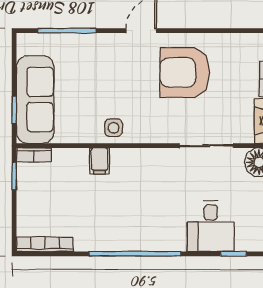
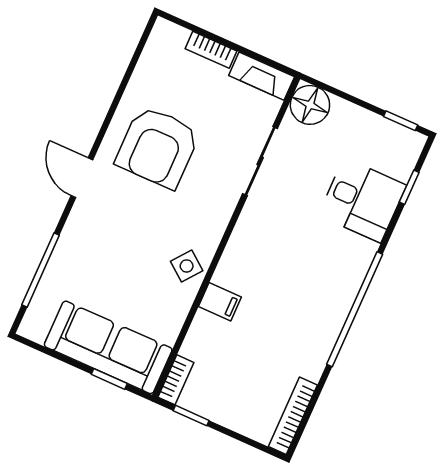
side table: (114, 128) -> (187, 266), turned 38

